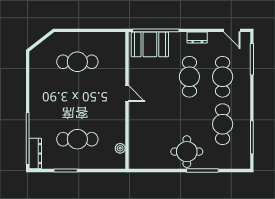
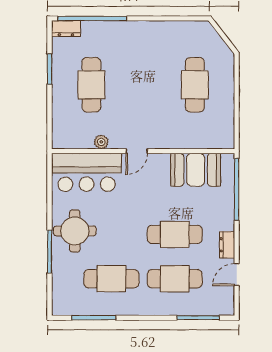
door: (232, 30) -> (237, 275), moved
booth: (150, 44) -> (196, 170), moved, turned 90
door: (127, 93) -> (137, 151), moved
bar counter: (143, 143) -> (87, 172), added
plant: (120, 148) -> (101, 142), moved
dresser: (35, 154) -> (66, 29), width x0.70

